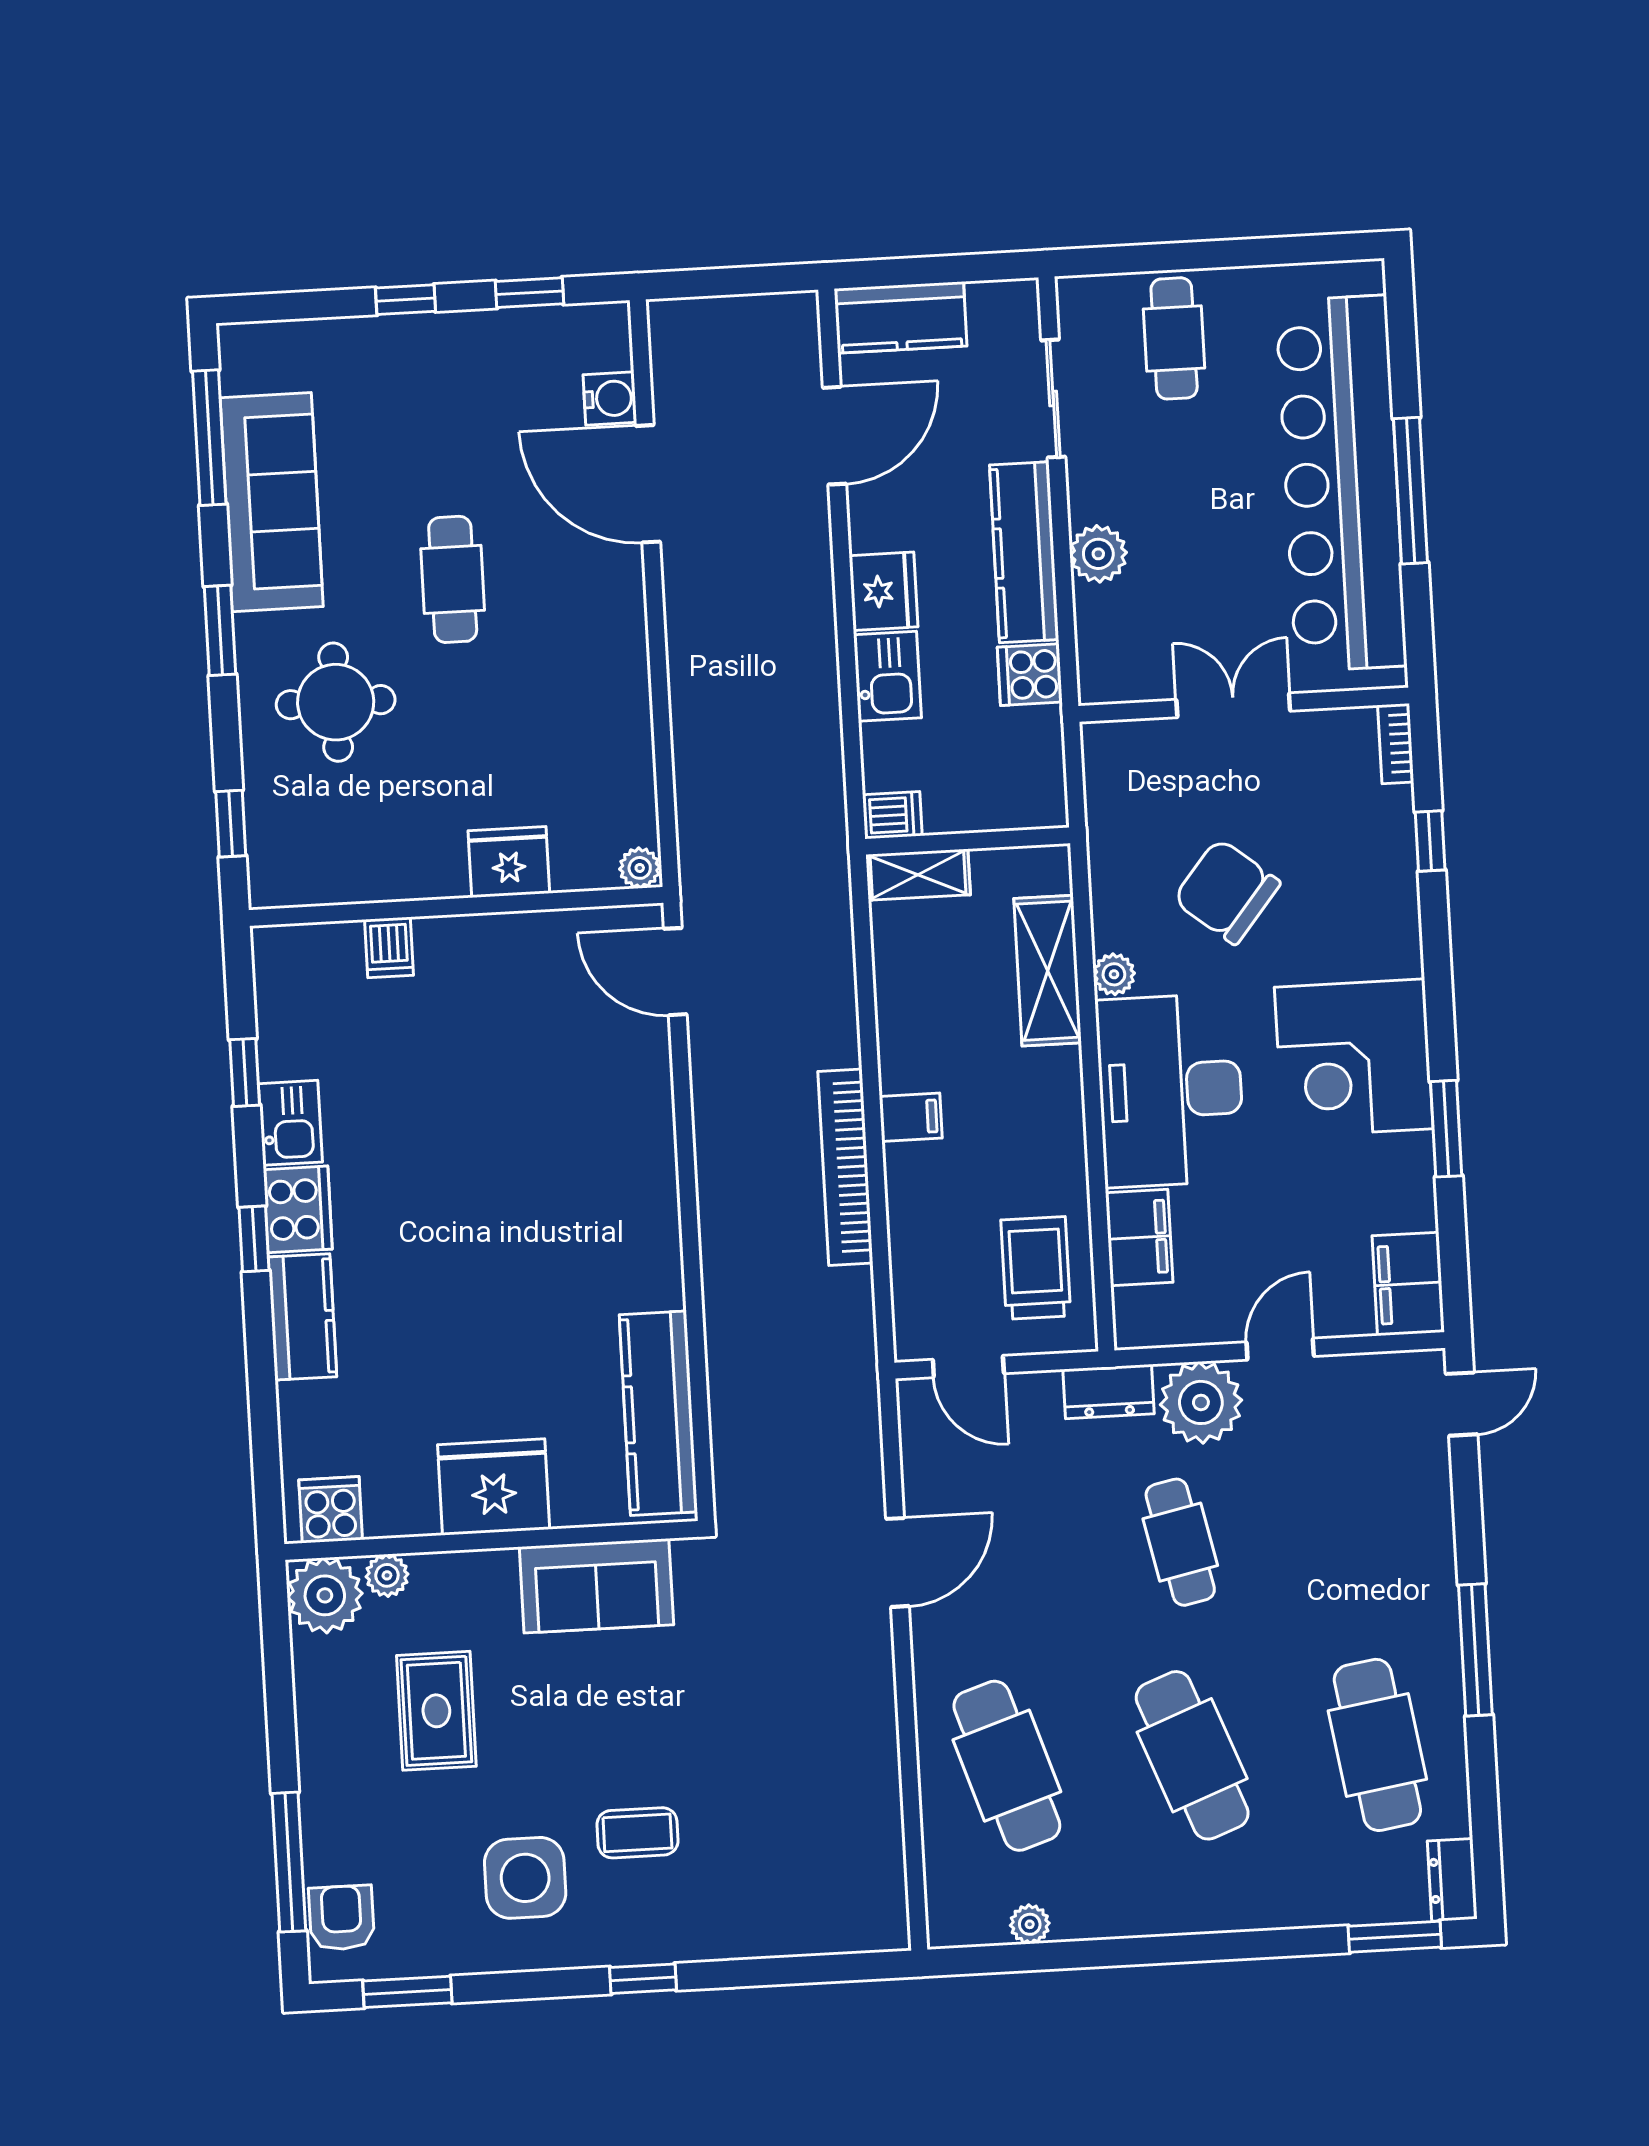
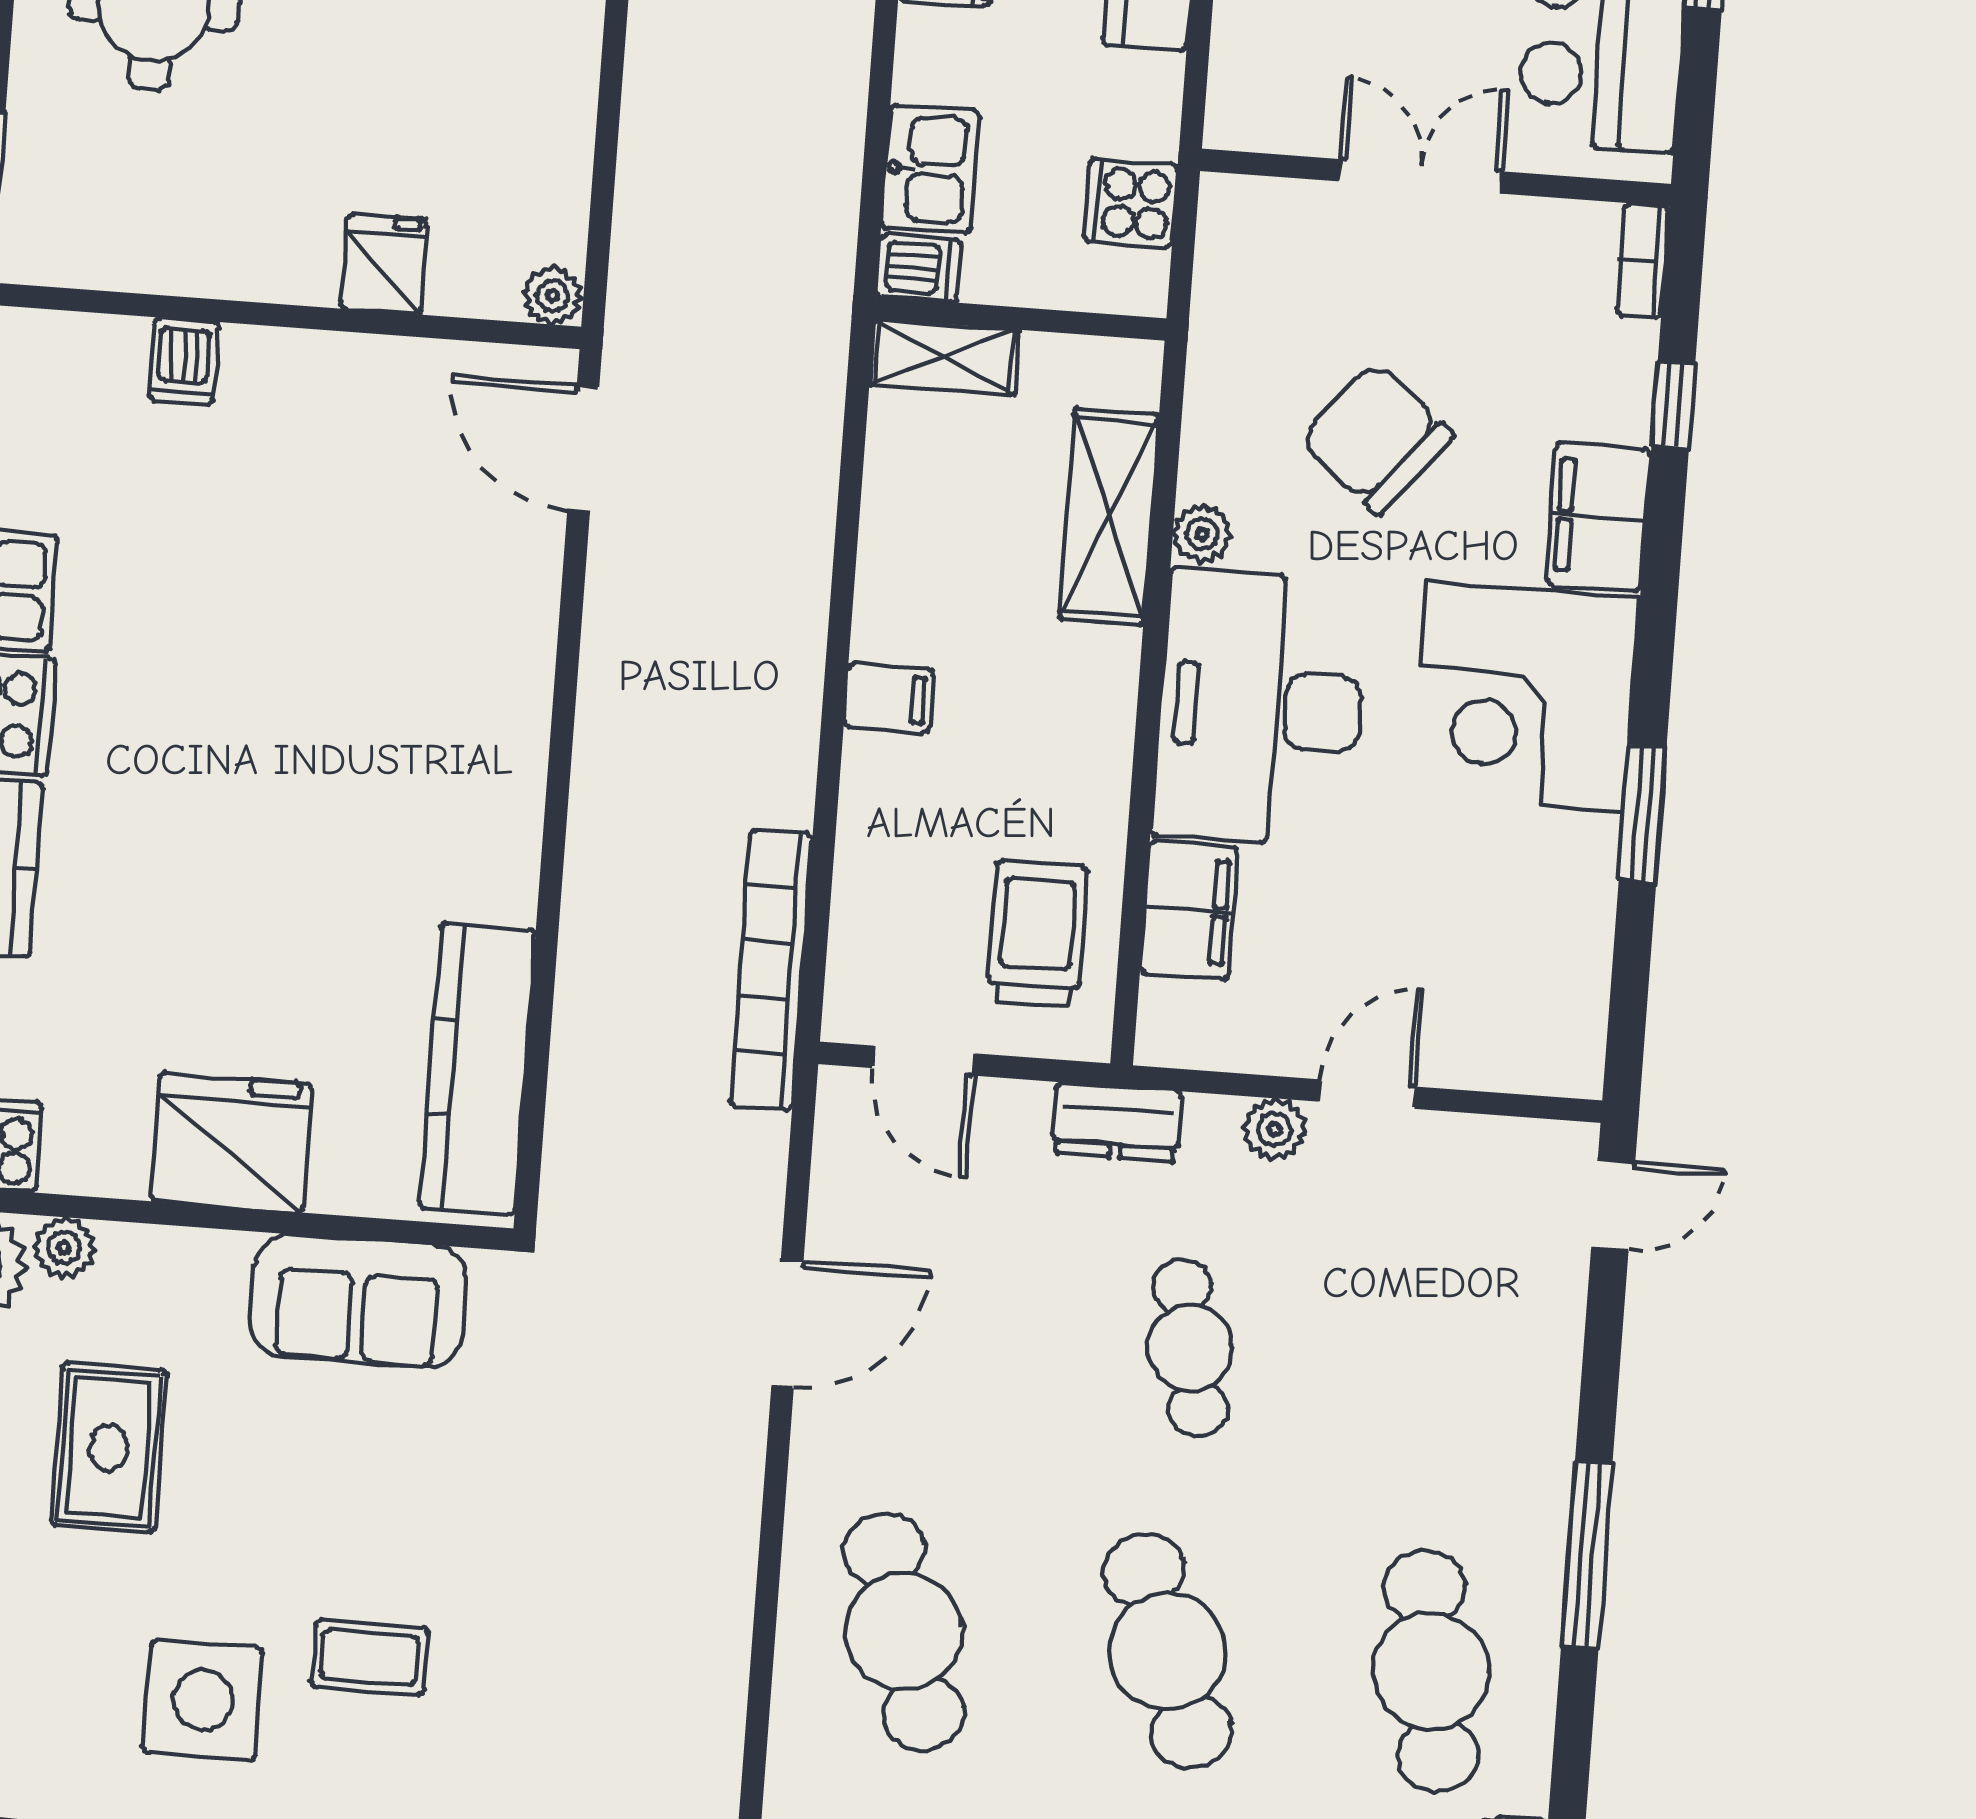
cooker: (1030, 675) -> (1131, 203), moved
kitchen sink: (887, 676) -> (930, 169), moved
fridge: (509, 862) -> (384, 264), width x0.72
bookcase: (845, 1167) -> (771, 970), moved
filing cabinet: (1408, 1284) -> (1598, 517), moved
plant: (1201, 1402) -> (1275, 1130), width x0.53, depth x0.53

